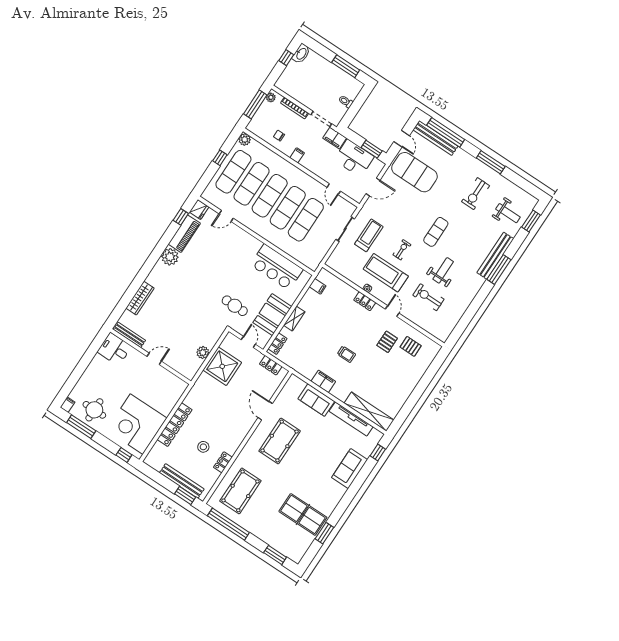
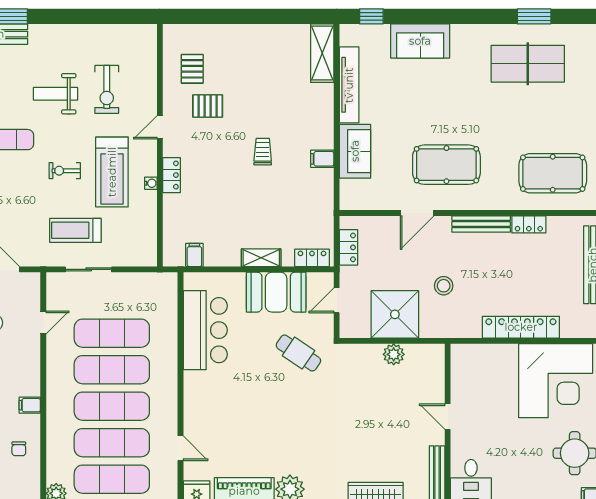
cafe table: (235, 306) -> (298, 353), turned -56
filing cabinet: (323, 381) -> (322, 159), width x0.50
shelving: (369, 412) -> (322, 53), width x0.68
bench: (239, 439) -> (481, 224), added
stool: (203, 447) -> (444, 286), moved
table tennis table: (303, 514) -> (528, 64), turned 90

